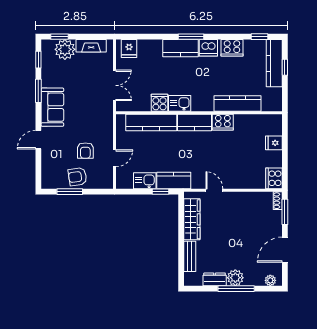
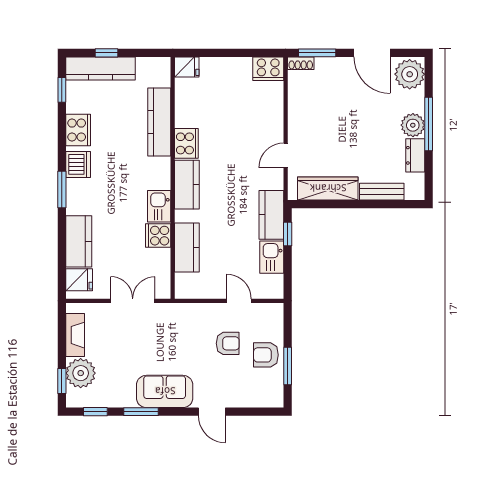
kitchen counter: (181, 48) -> (79, 241), moved
kitchen counter: (151, 123) -> (187, 247), width x0.67
fridge: (274, 143) -> (187, 67), moved, turned -90
armchair: (77, 177) -> (266, 355), turned 98
plant: (270, 280) -> (410, 74), width x1.88, depth x1.88

